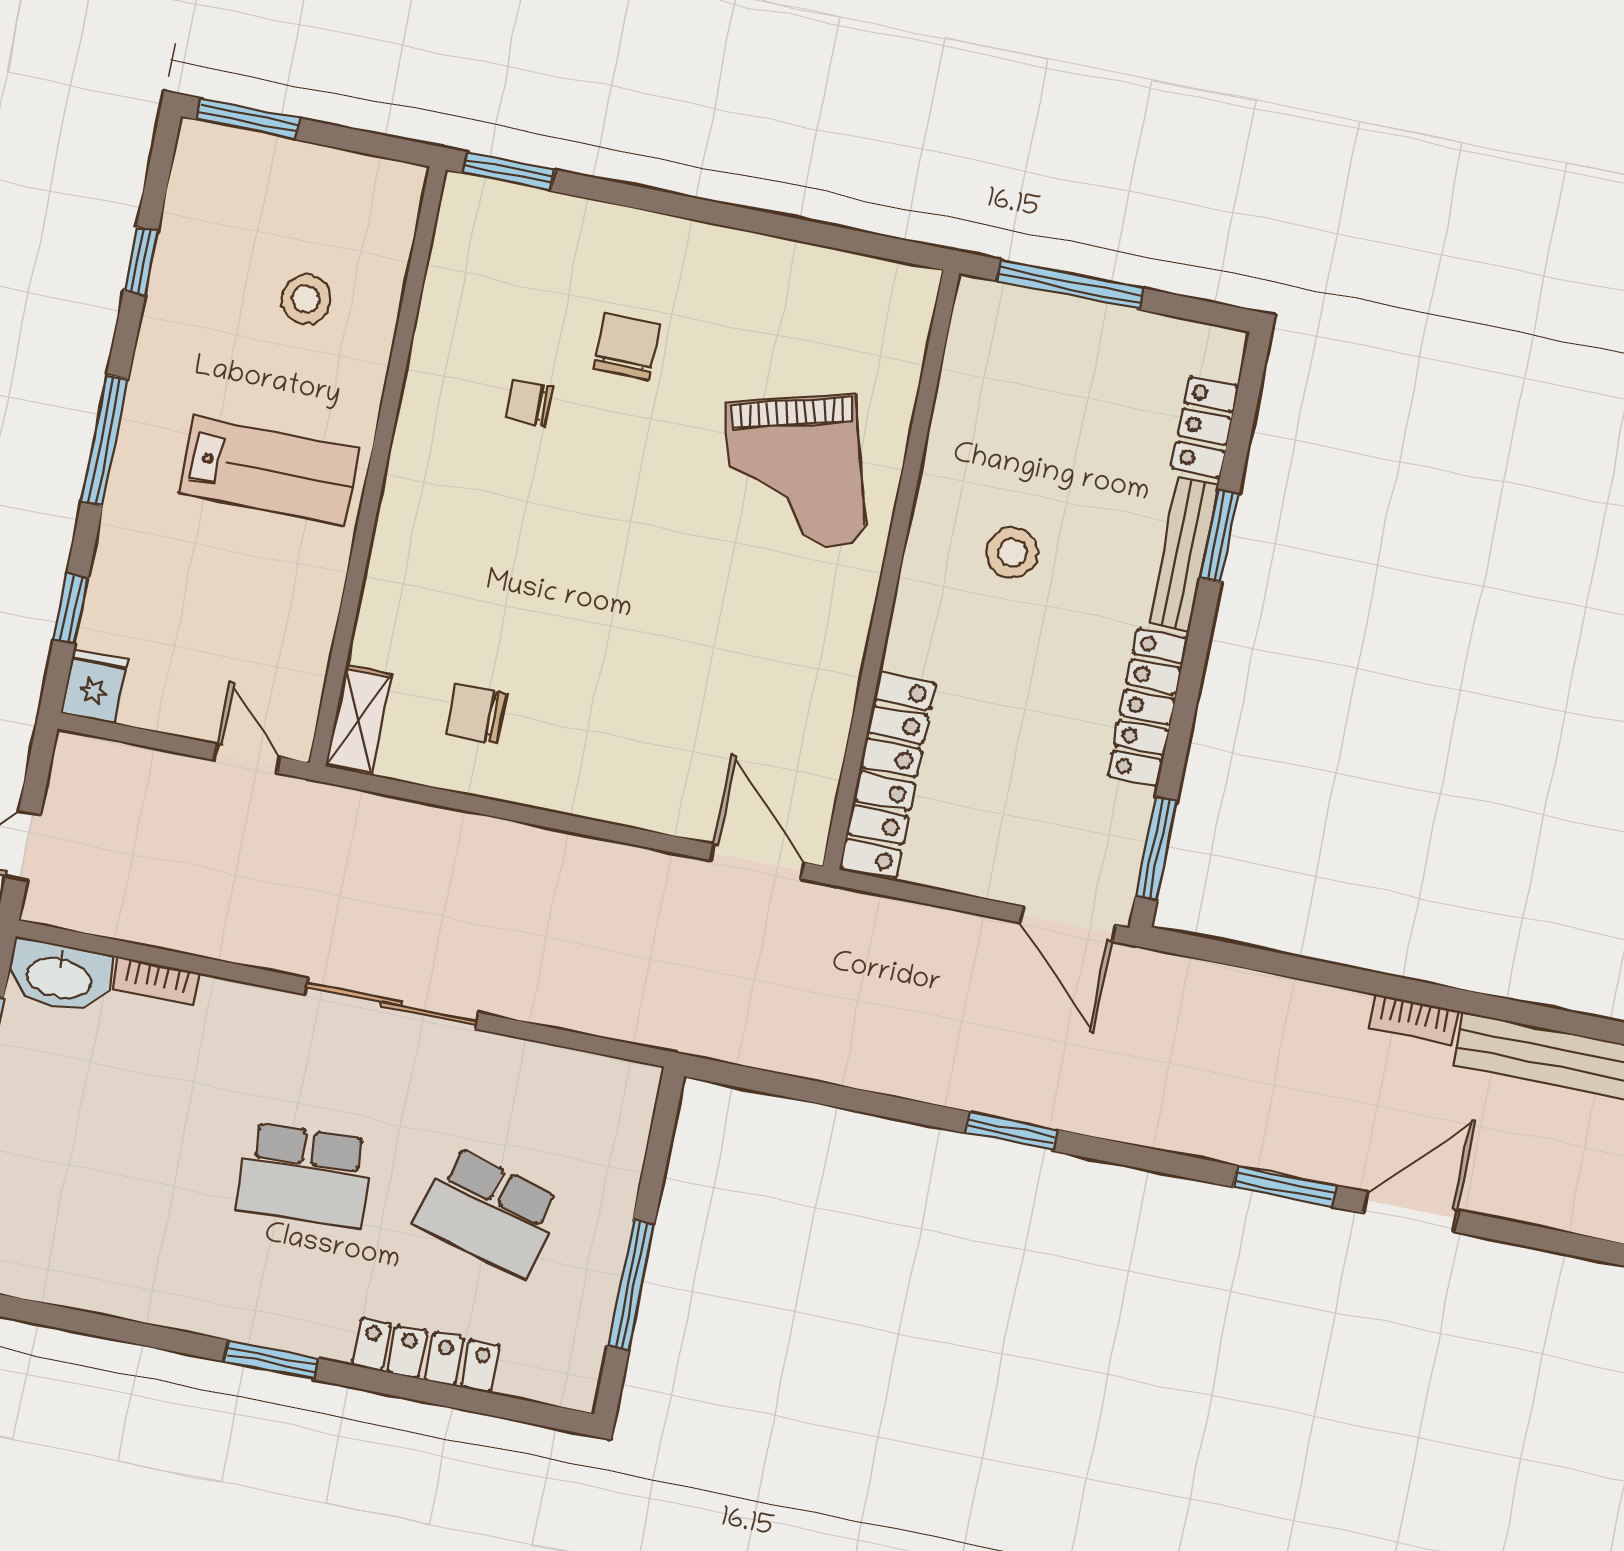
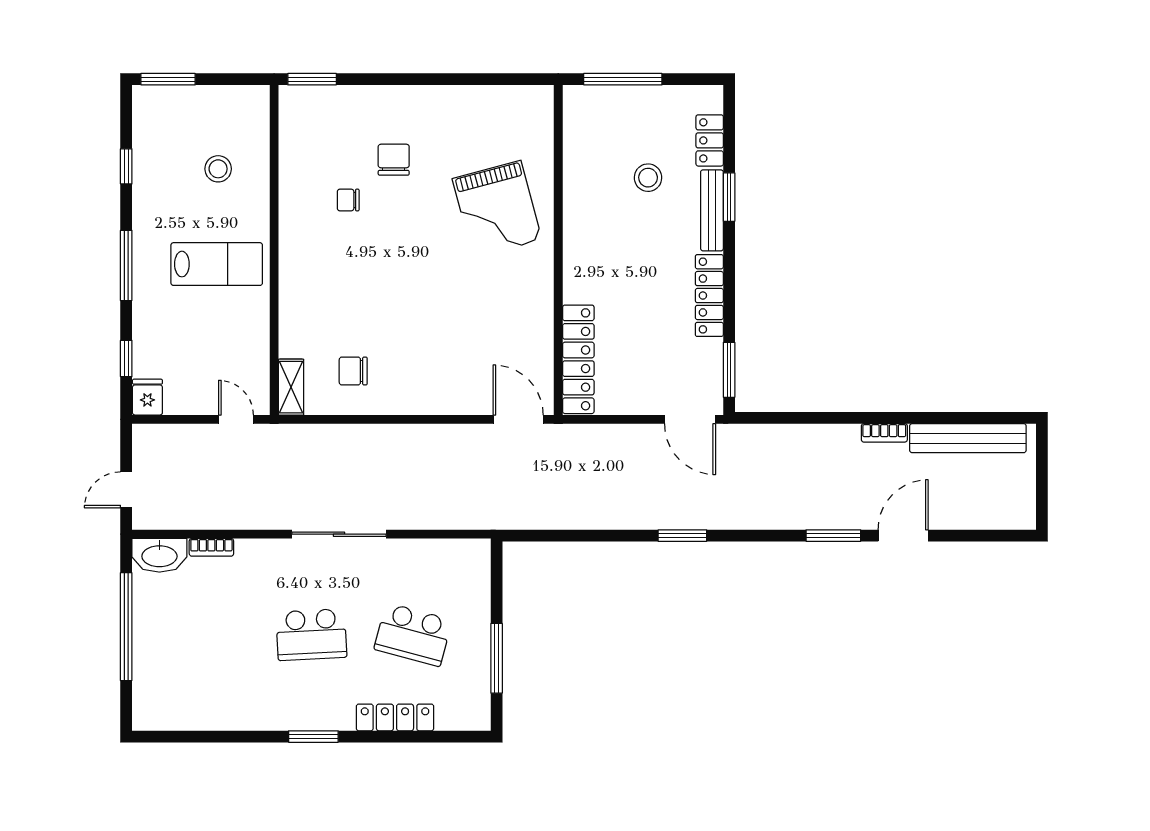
stool: (1012, 553) -> (648, 178), moved

